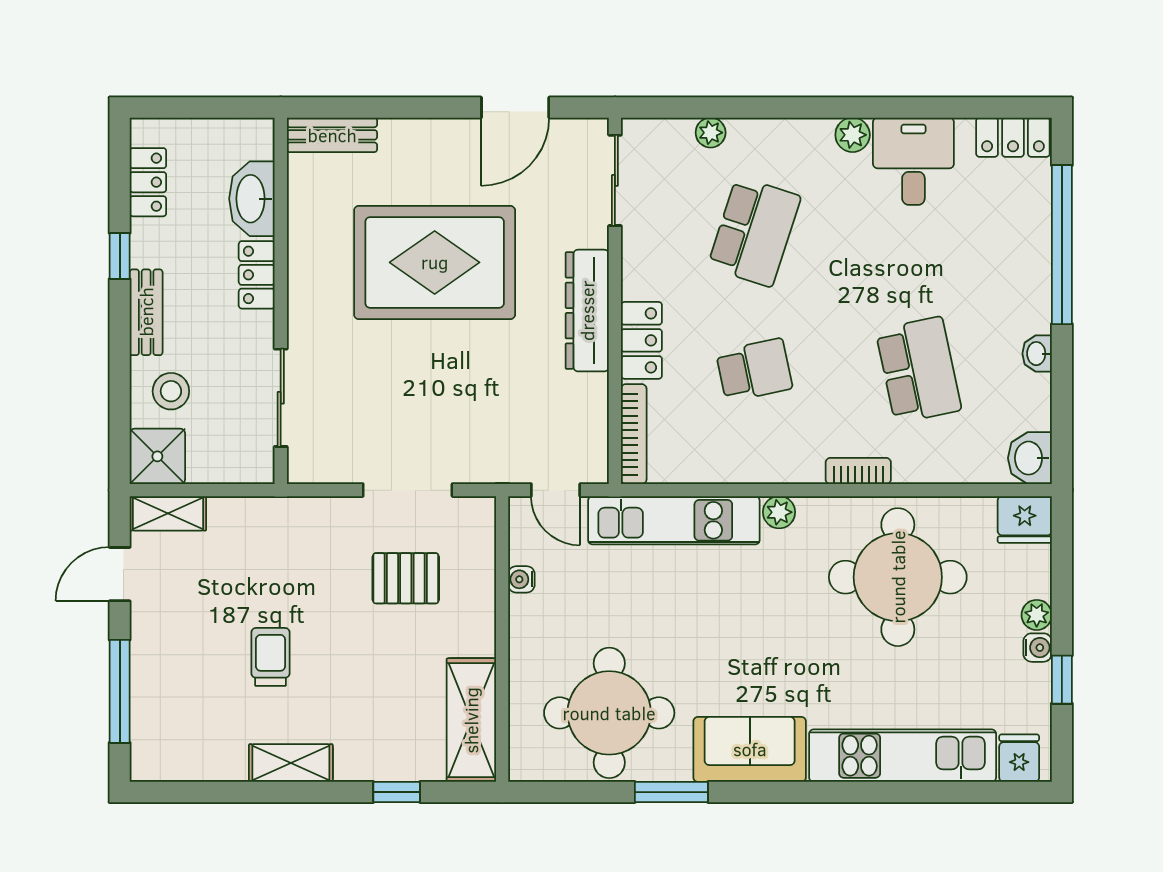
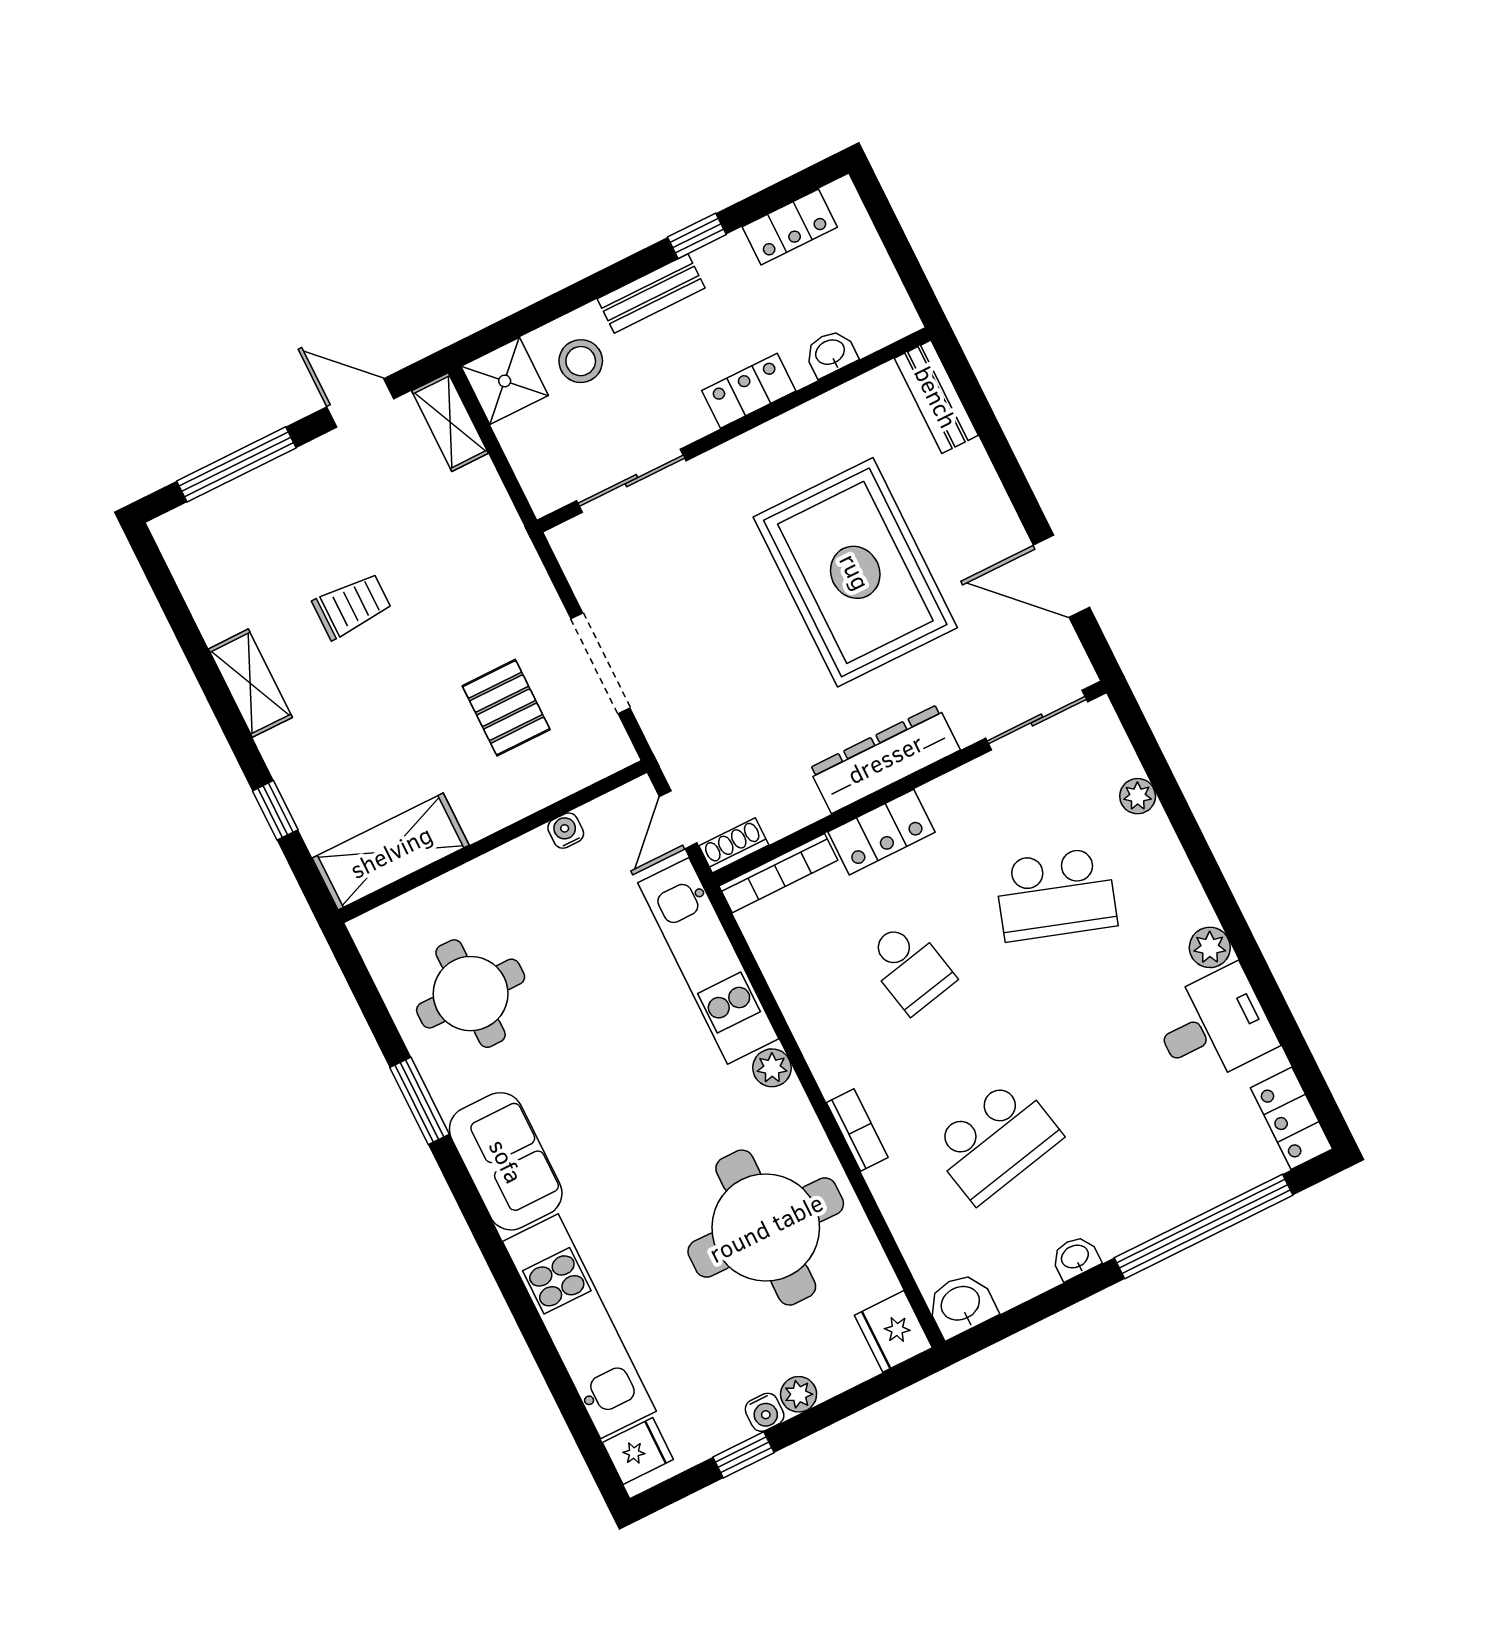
washbasin: (252, 199) -> (831, 353), width x0.52, depth x0.69
shoe rack: (596, 457) -> (734, 845), added
round table: (609, 713) -> (471, 994), width x0.73, depth x0.73

